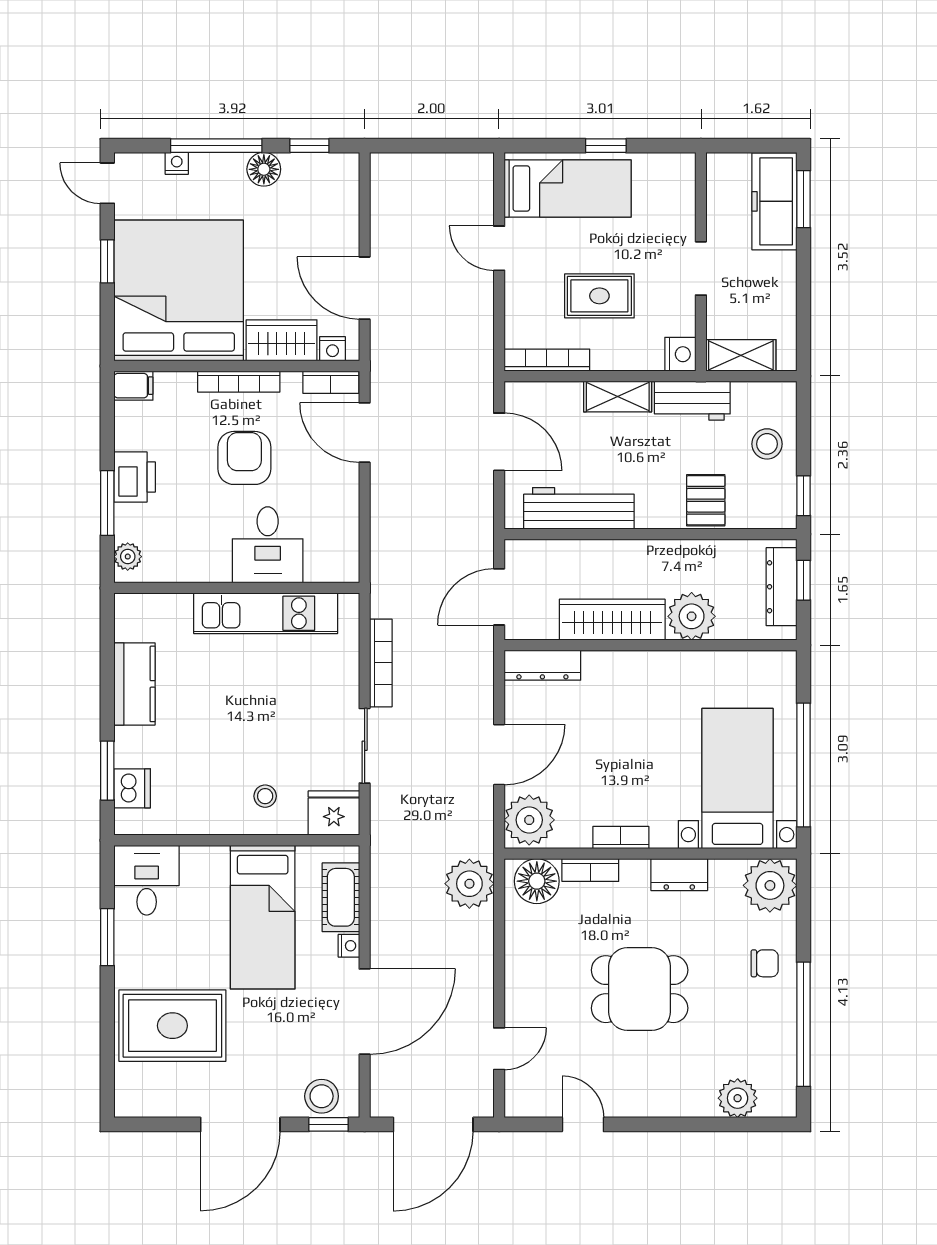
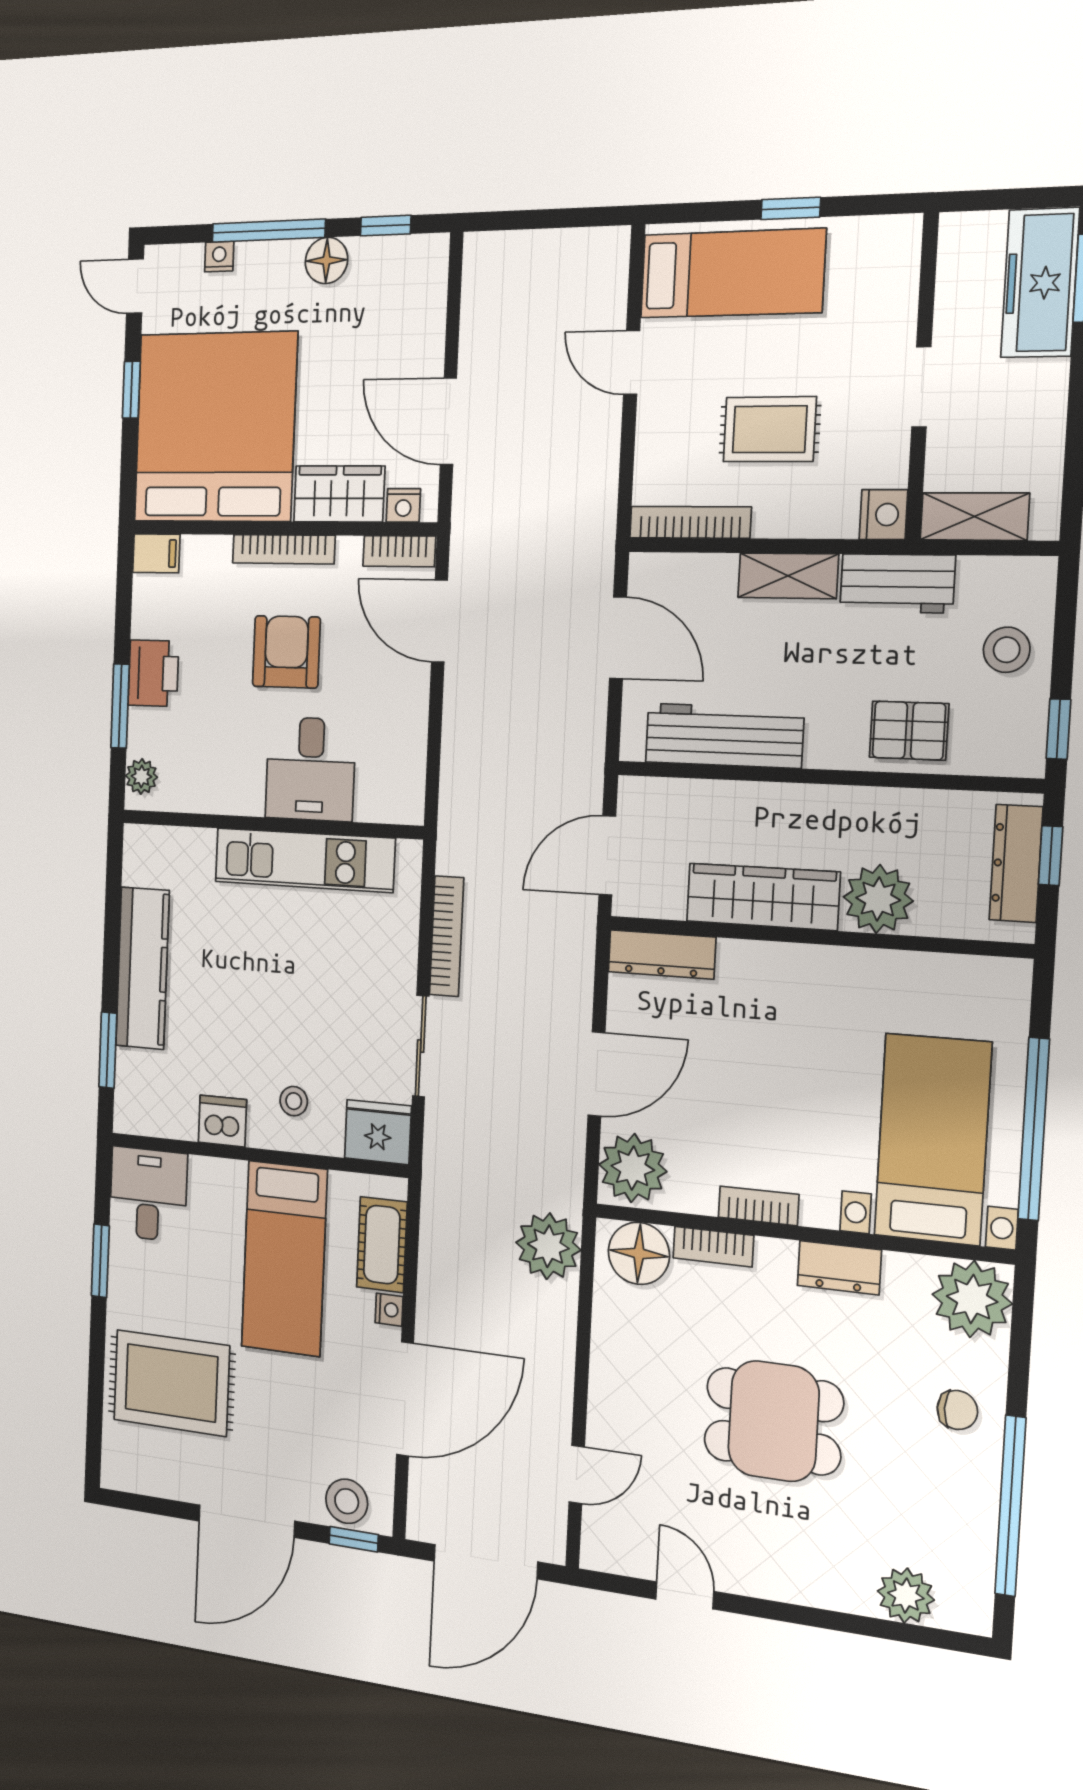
pallet: (706, 500) -> (909, 731), turned 90
kitchen counter: (135, 684) -> (142, 968), width x1.50
dishwasher: (132, 788) -> (222, 1121), moved, turned -90

